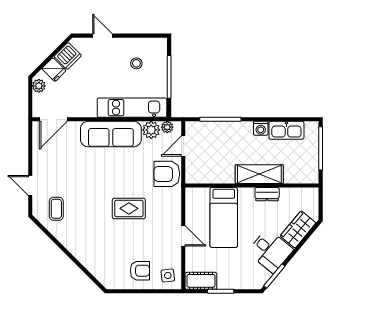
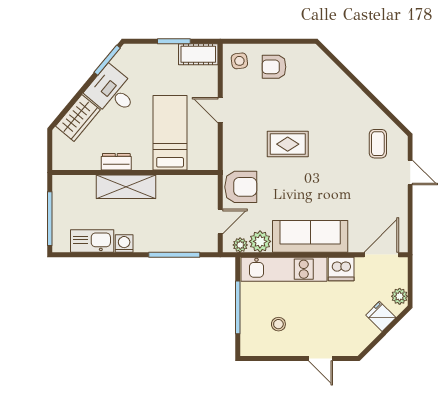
dishwasher: (68, 56) -> (341, 269), moved, turned -135

